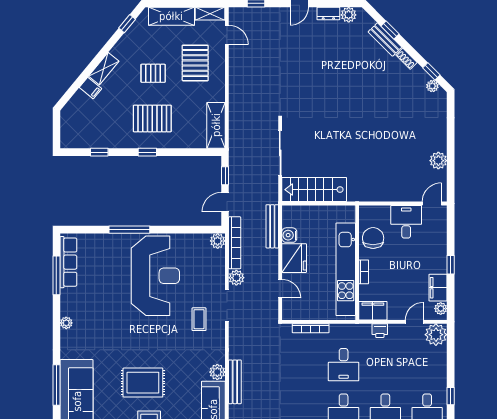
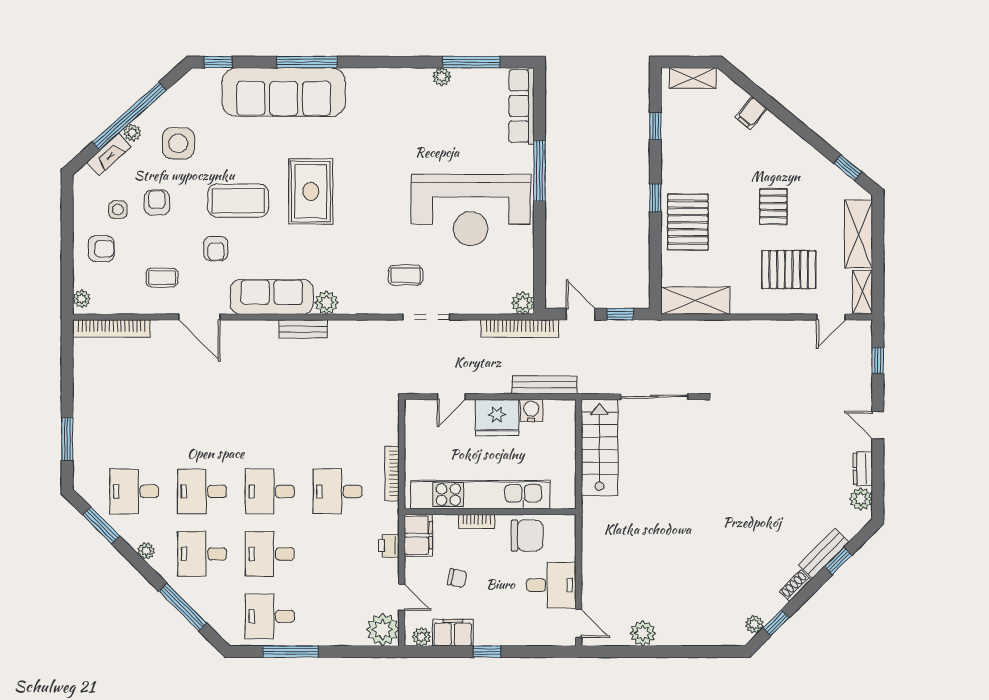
shelving: (104, 69) -> (693, 78), moved, turned -39
pallet: (152, 118) -> (688, 222), moved
row of seats: (68, 262) -> (522, 106), moved, turned 90
plant: (236, 278) -> (468, 331), removed
chair: (401, 285) -> (457, 578), added
plant: (66, 323) -> (442, 77), moved
bookcase: (311, 328) -> (392, 473), moved
bench: (235, 382) -> (303, 329), width x0.73
window: (451, 396) -> (290, 652), width x2.17

